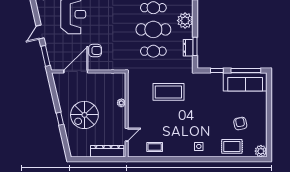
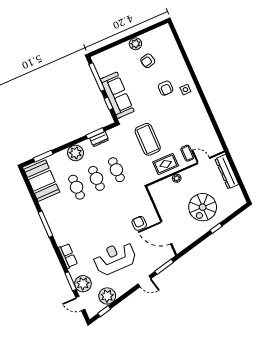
cafe table: (153, 29) -> (96, 178), width x0.73, depth x0.74
sofa: (245, 82) -> (117, 95), moved
spiral stairs: (84, 115) -> (203, 207), turned 90
armchair: (208, 129) -> (166, 88), added
rug: (232, 146) -> (166, 164), moved, turned 90
coffee table: (155, 147) -> (187, 153), moved
plant: (261, 151) -> (135, 44), moved

